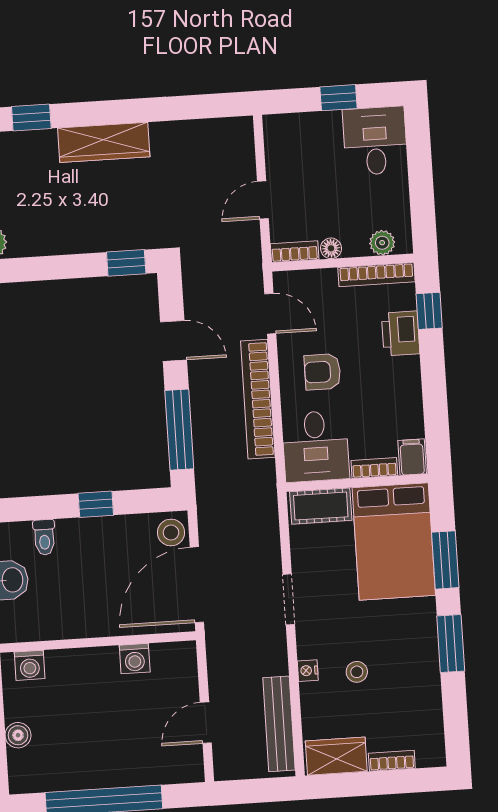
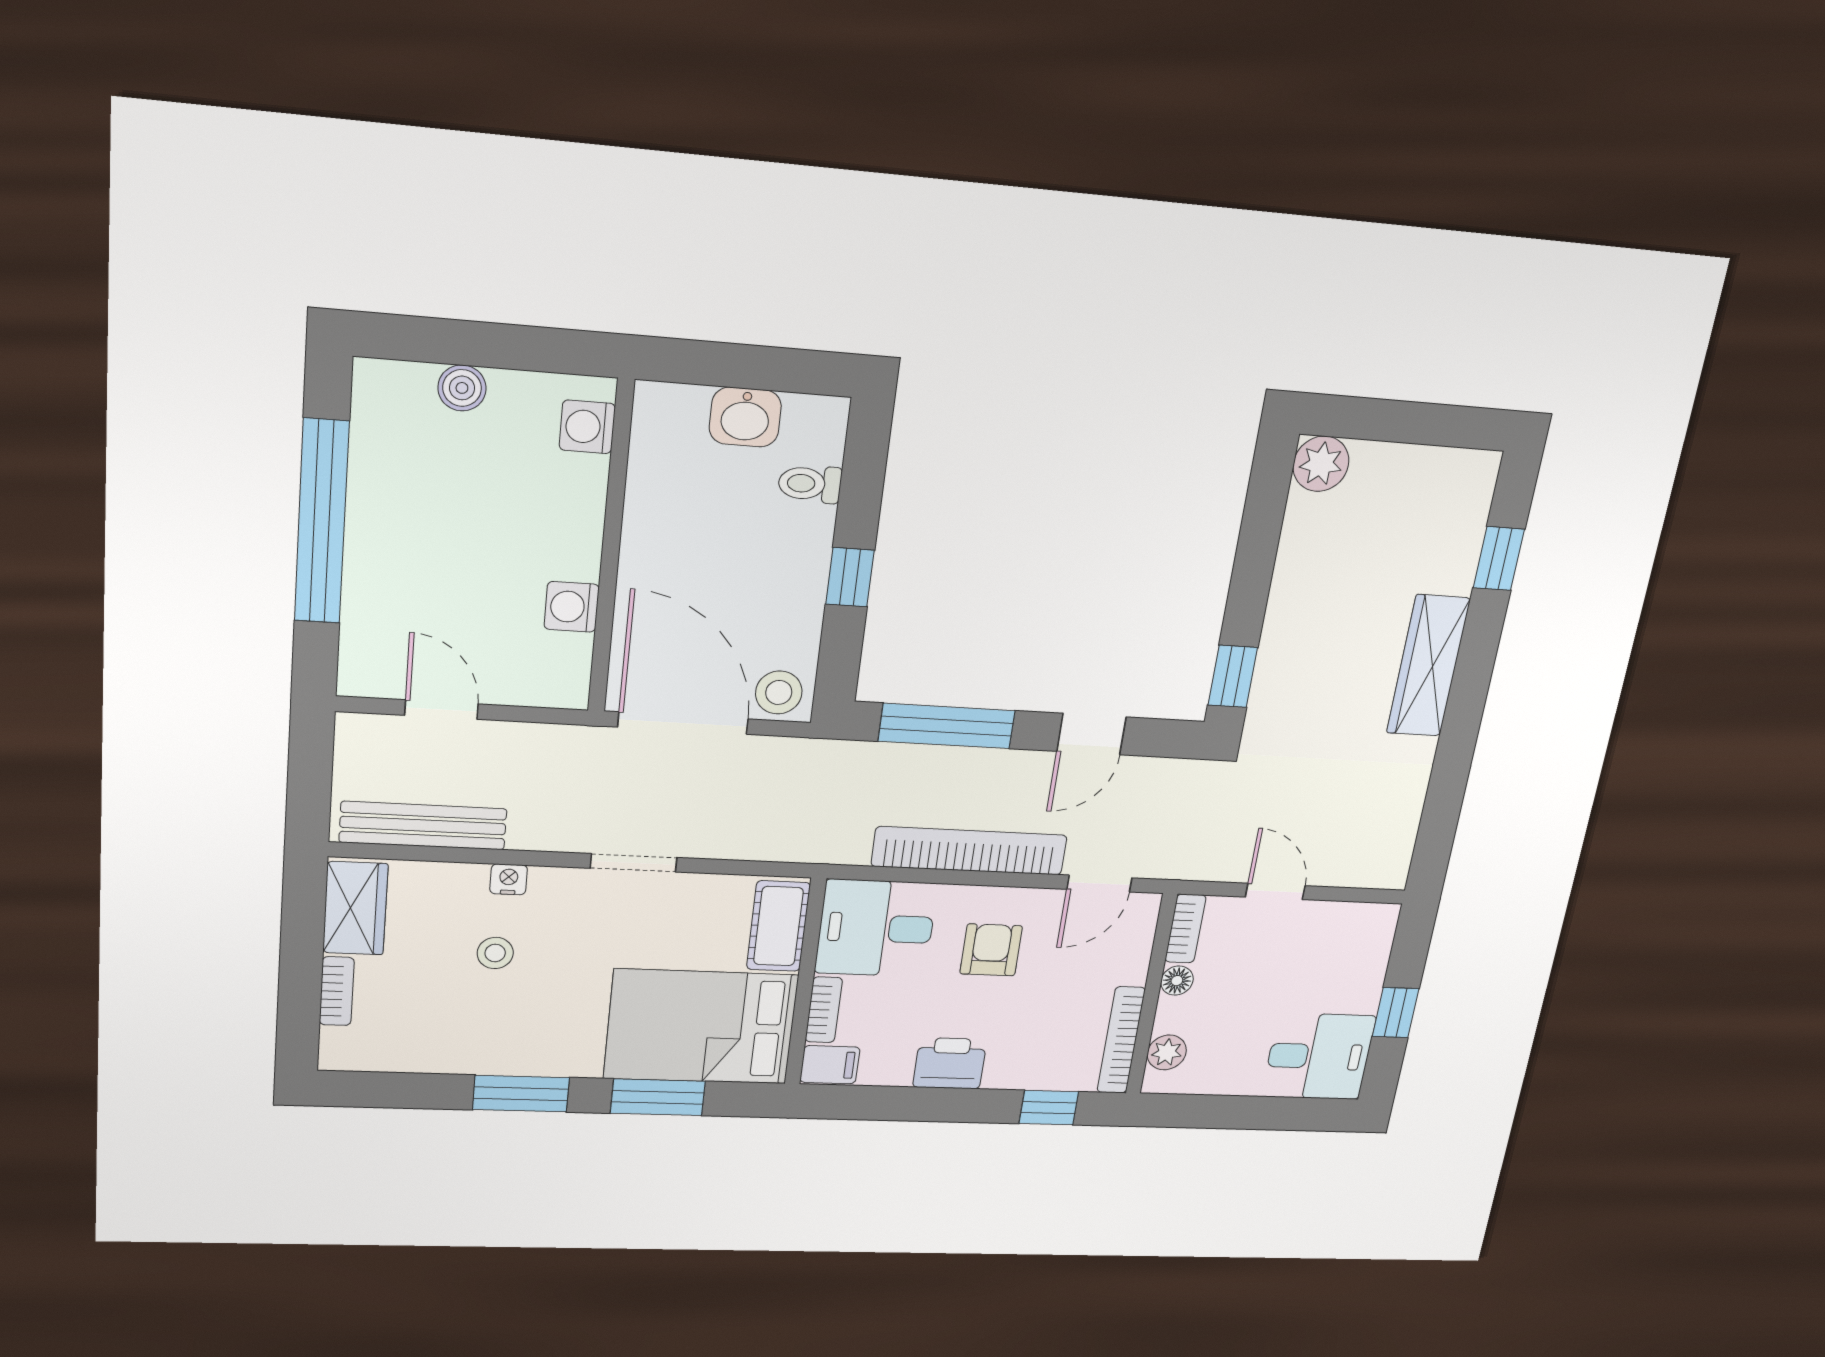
printer: (401, 333) -> (950, 1063), moved

